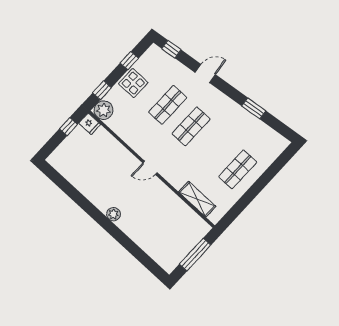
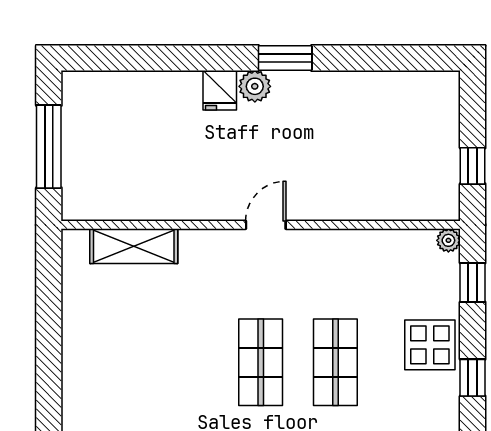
plant: (104, 110) -> (448, 240), width x0.53, depth x0.53
fridge: (90, 124) -> (220, 90), moved, turned -90
shop shelf: (238, 169) -> (111, 362), removed
window: (96, 214) -> (285, 58), added

